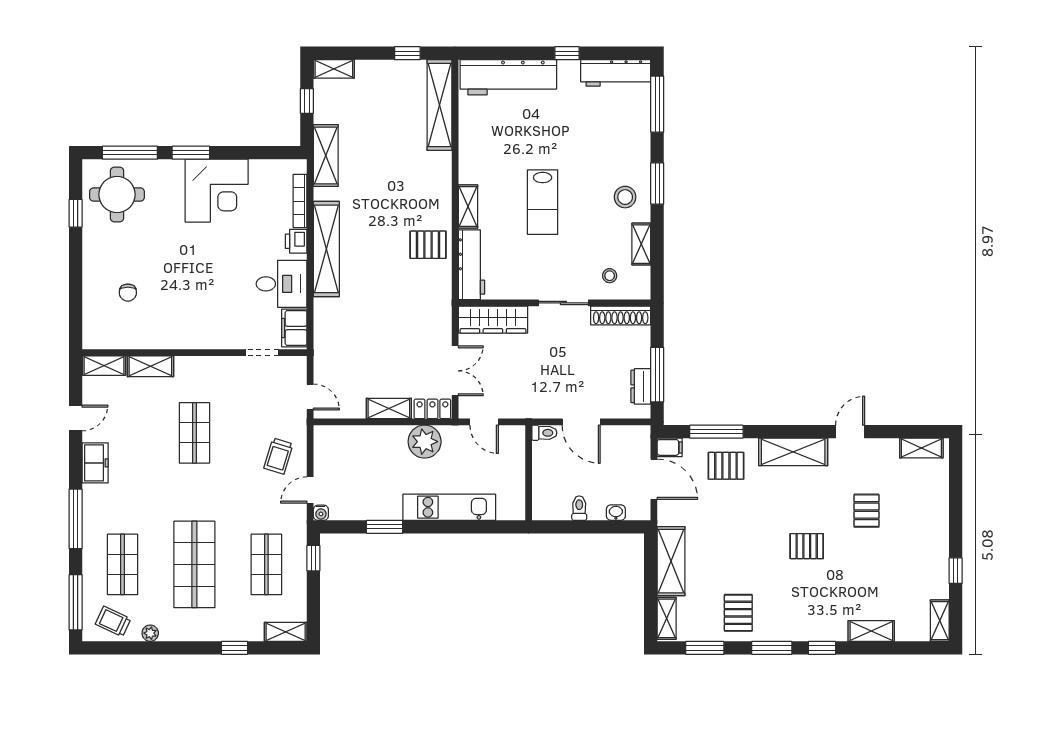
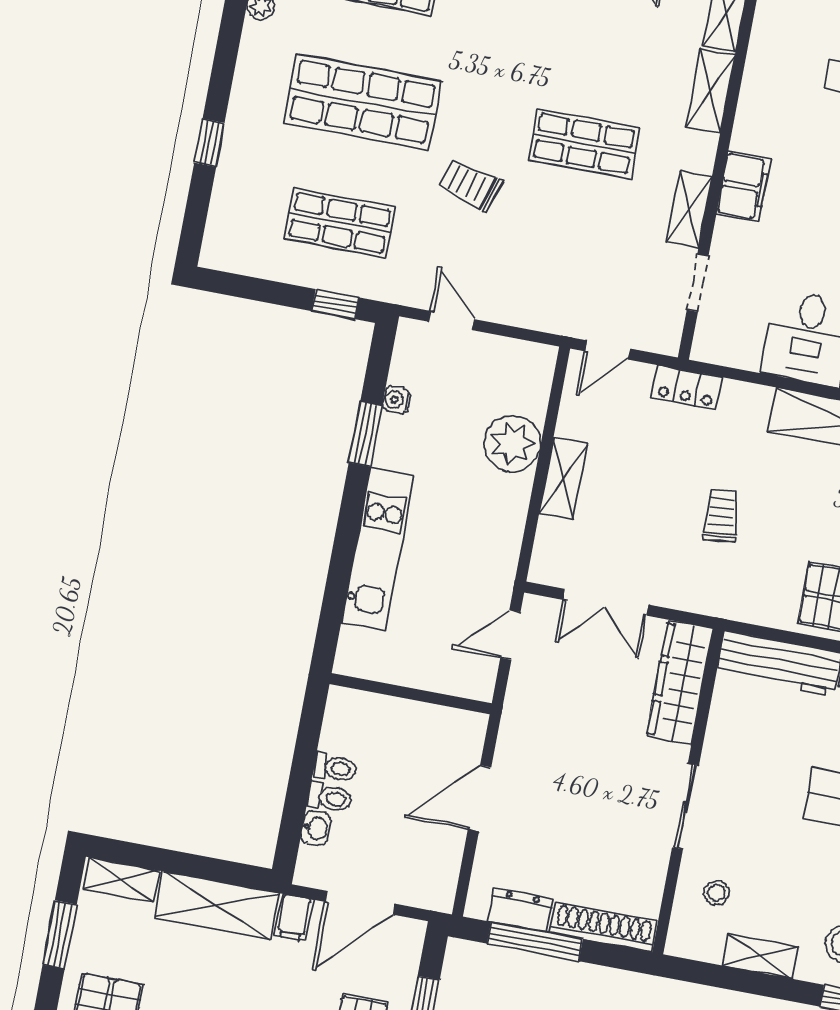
trolley: (393, 314) -> (721, 516), added
shoe rack: (621, 315) -> (603, 927), moved, turned 90
filing cabinet: (294, 328) -> (743, 187), moved, turned 90
locker: (432, 409) -> (687, 388), moved, turned 90
toilet: (544, 433) -> (330, 798), moved, turned -90
plant: (425, 442) -> (512, 443), moved
filing cabinet: (670, 447) -> (294, 918), moved
trolley: (278, 456) -> (470, 185), moved
water cooler: (321, 513) -> (396, 400), moved
shelving: (286, 632) -> (689, 209), moved

